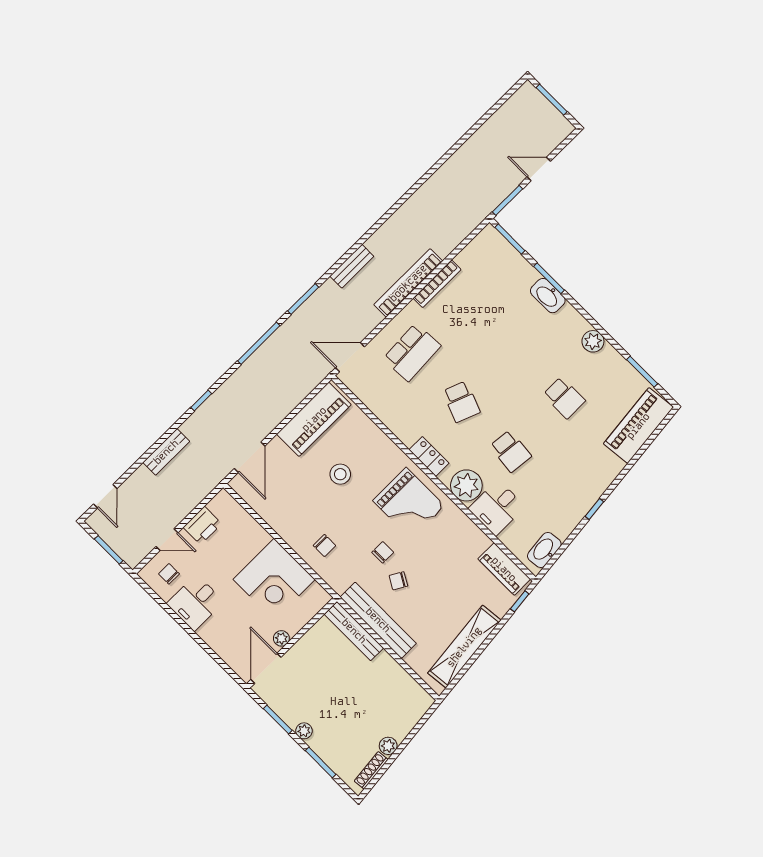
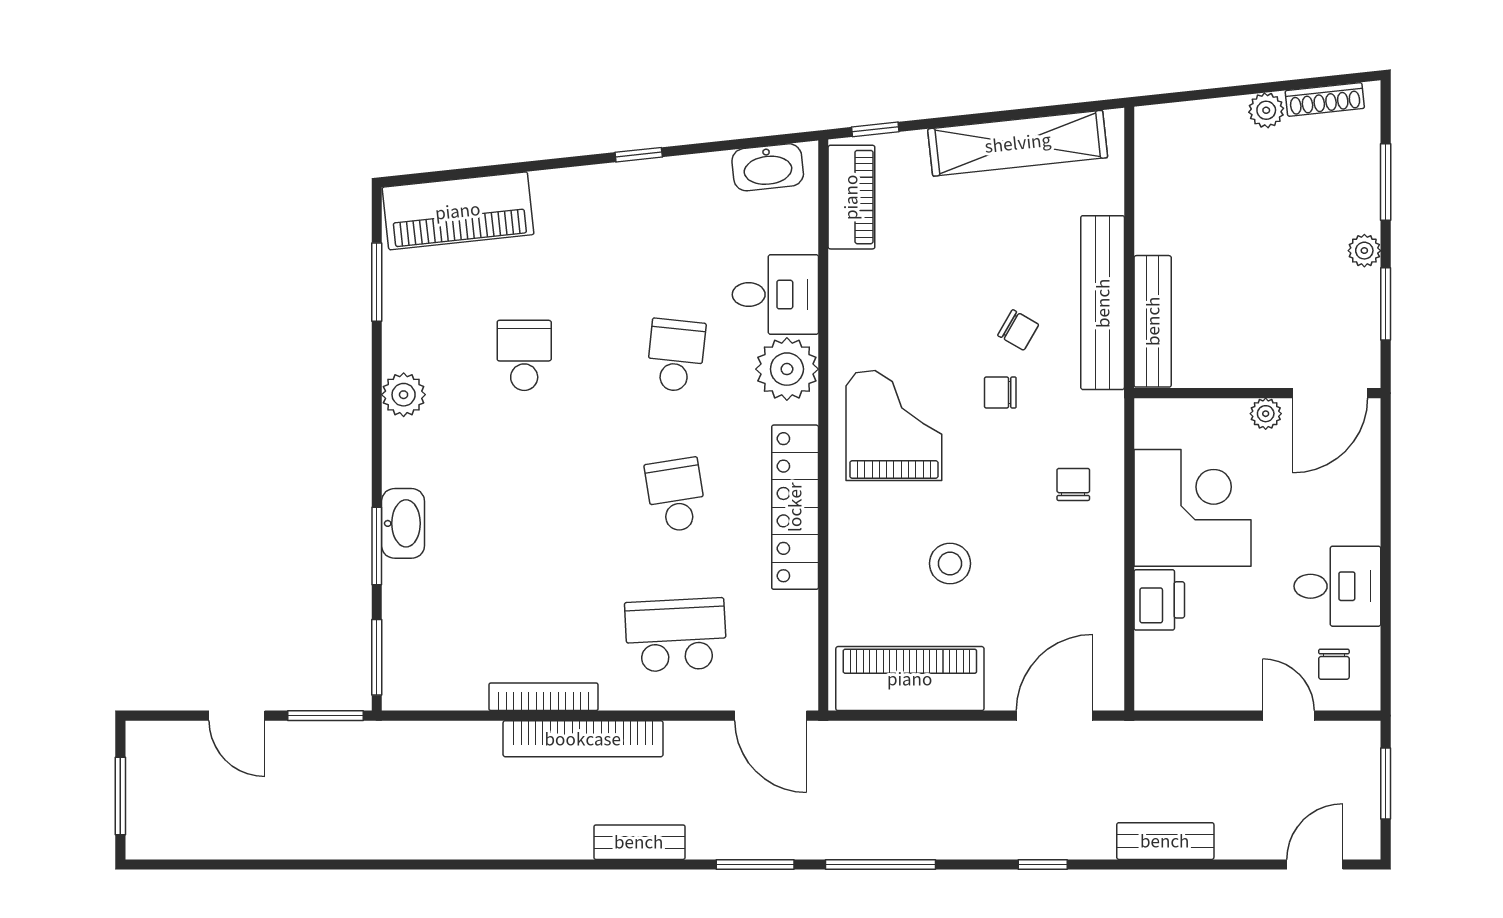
school desk: (461, 402) -> (676, 495), turned -30
locker: (429, 456) -> (795, 507), width x2.16, depth x1.21
printer: (202, 525) -> (1159, 600), moved, turned 90

